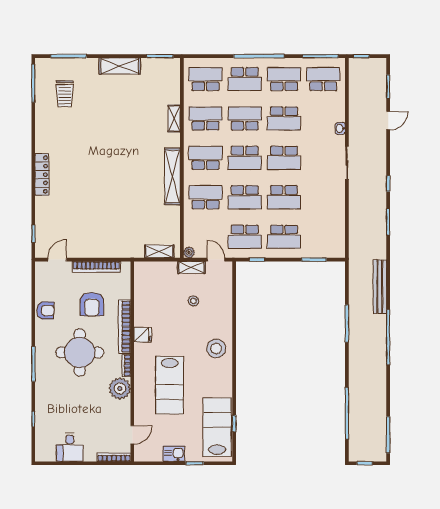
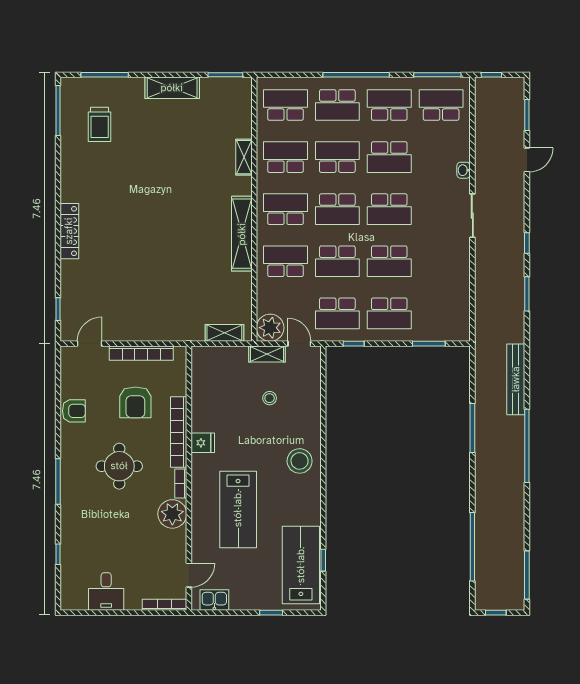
plant: (189, 252) -> (270, 328), width x1.88, depth x1.88
round table: (80, 352) -> (119, 466), width x0.73, depth x0.73
kitchen sink: (174, 454) -> (214, 600), moved

